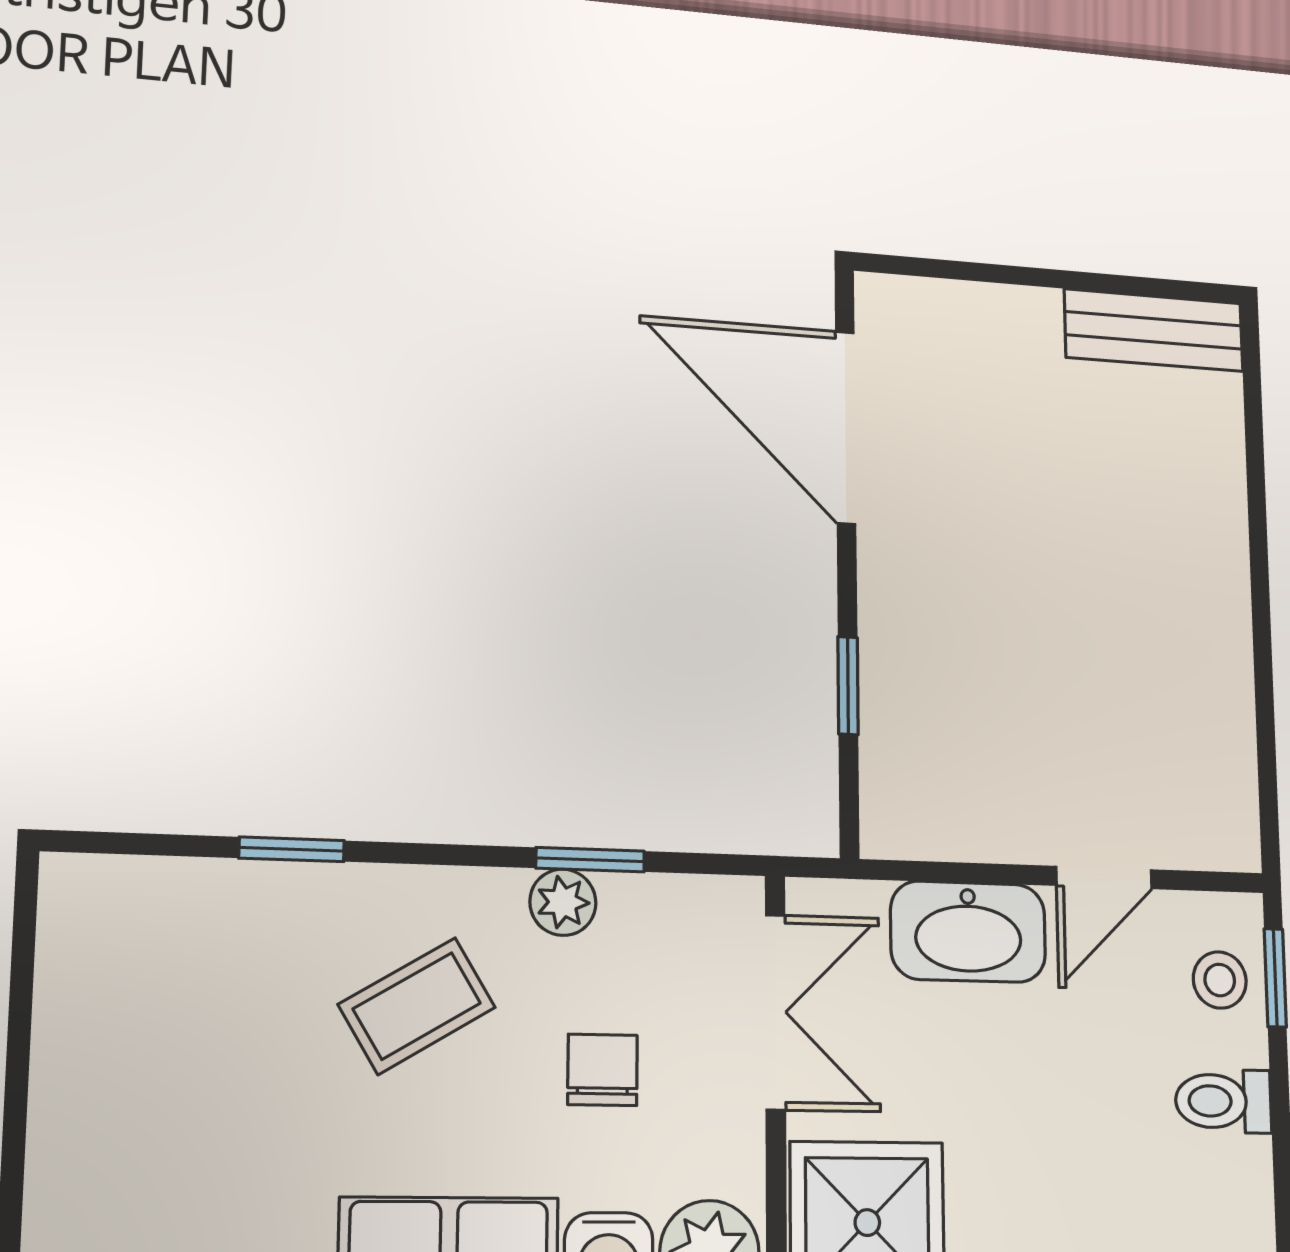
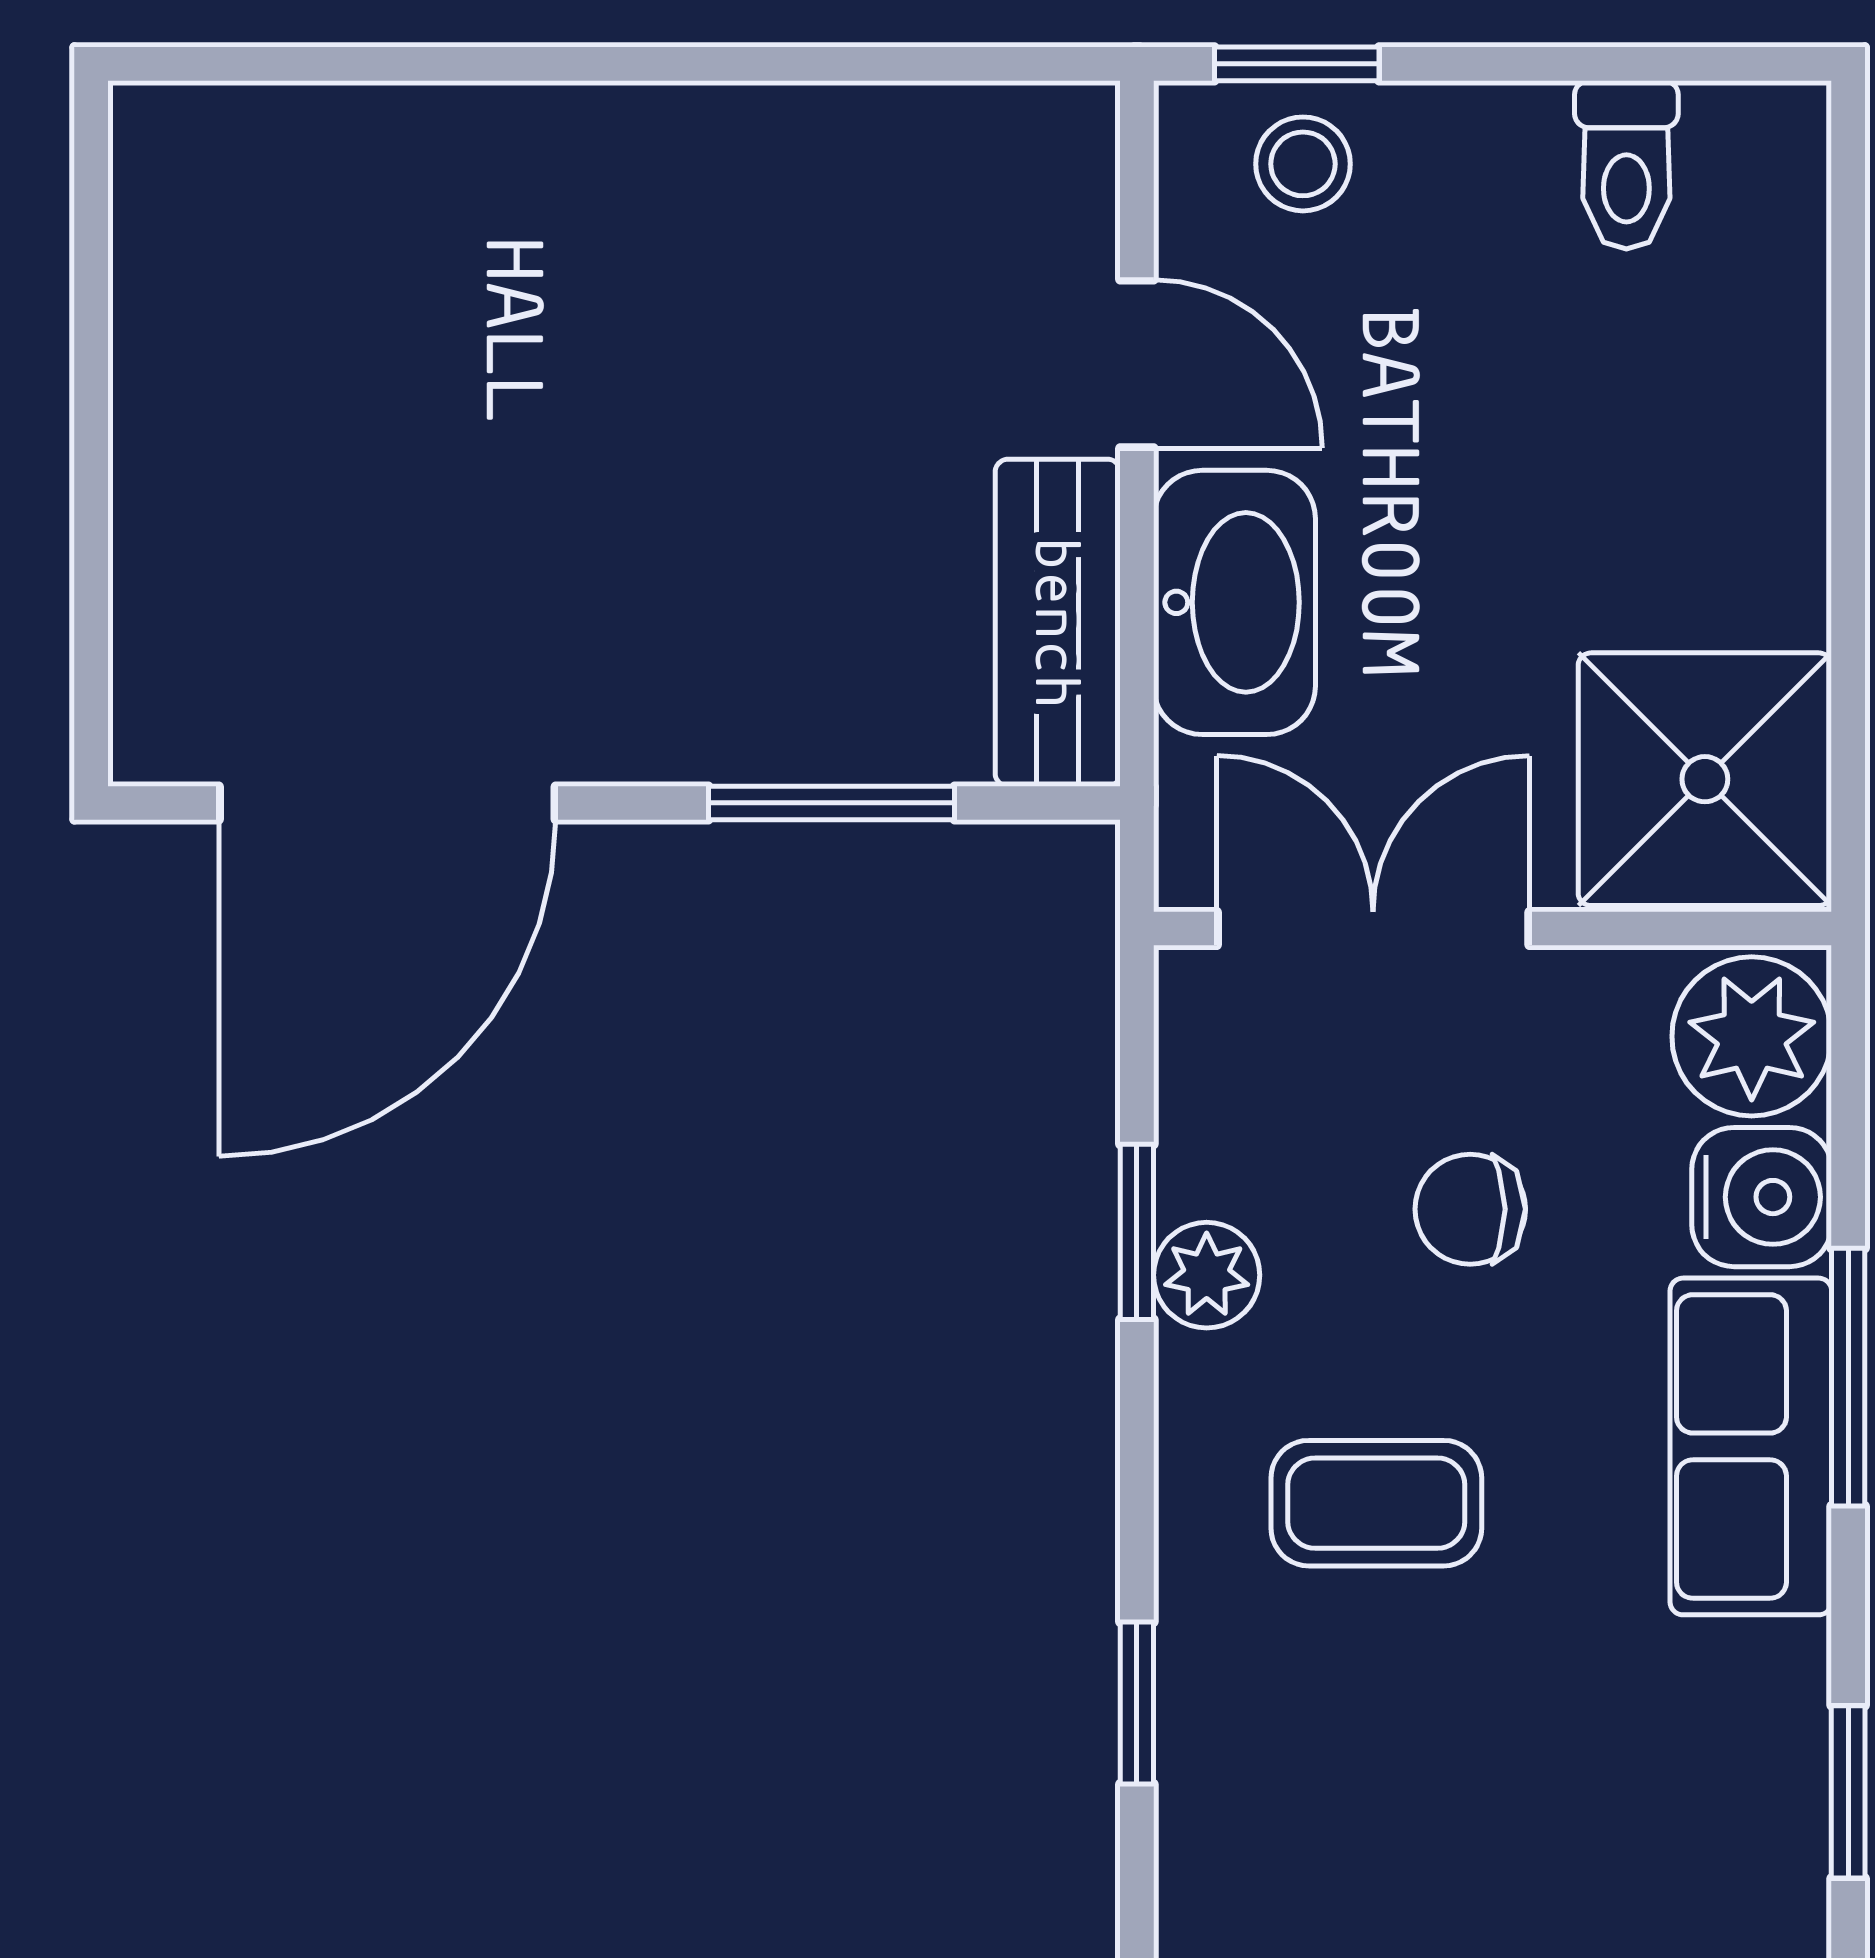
bench: (1154, 330) -> (1058, 623), moved
window: (848, 686) -> (832, 803), width x1.50
coffee table: (417, 1006) -> (1376, 1503), turned -59
toilet: (1223, 1101) -> (1626, 165), moved

